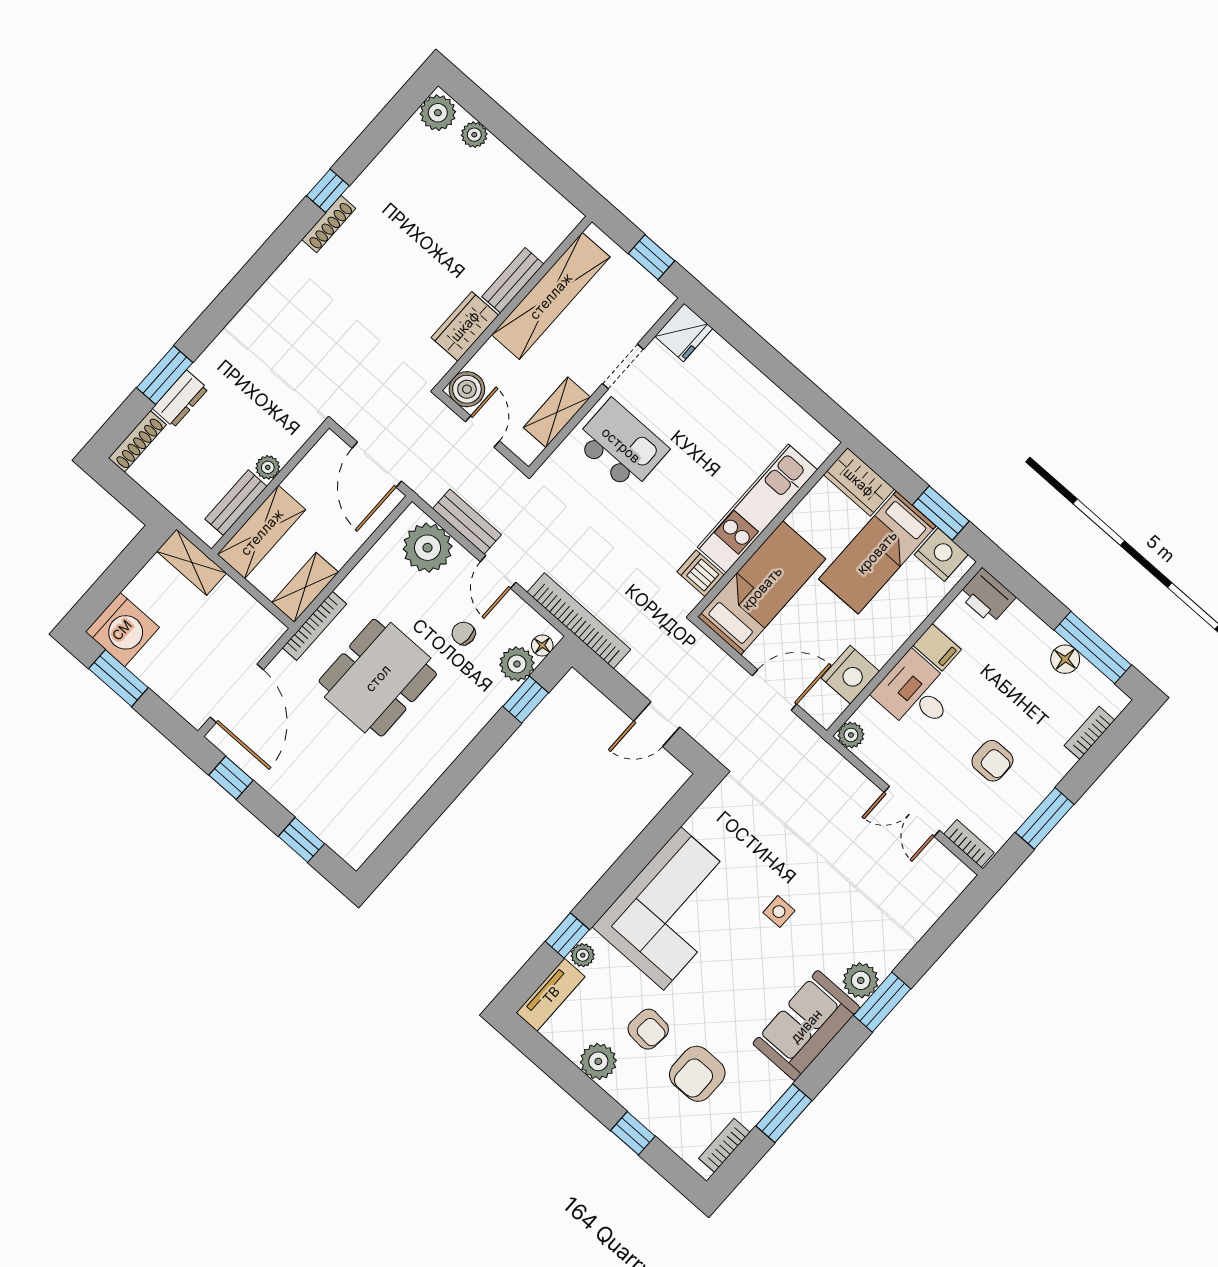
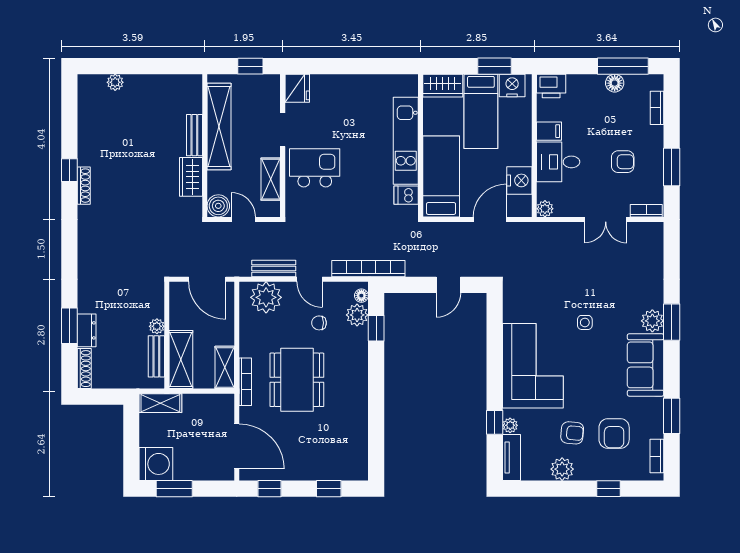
plant: (438, 113) -> (89, 87), removed

